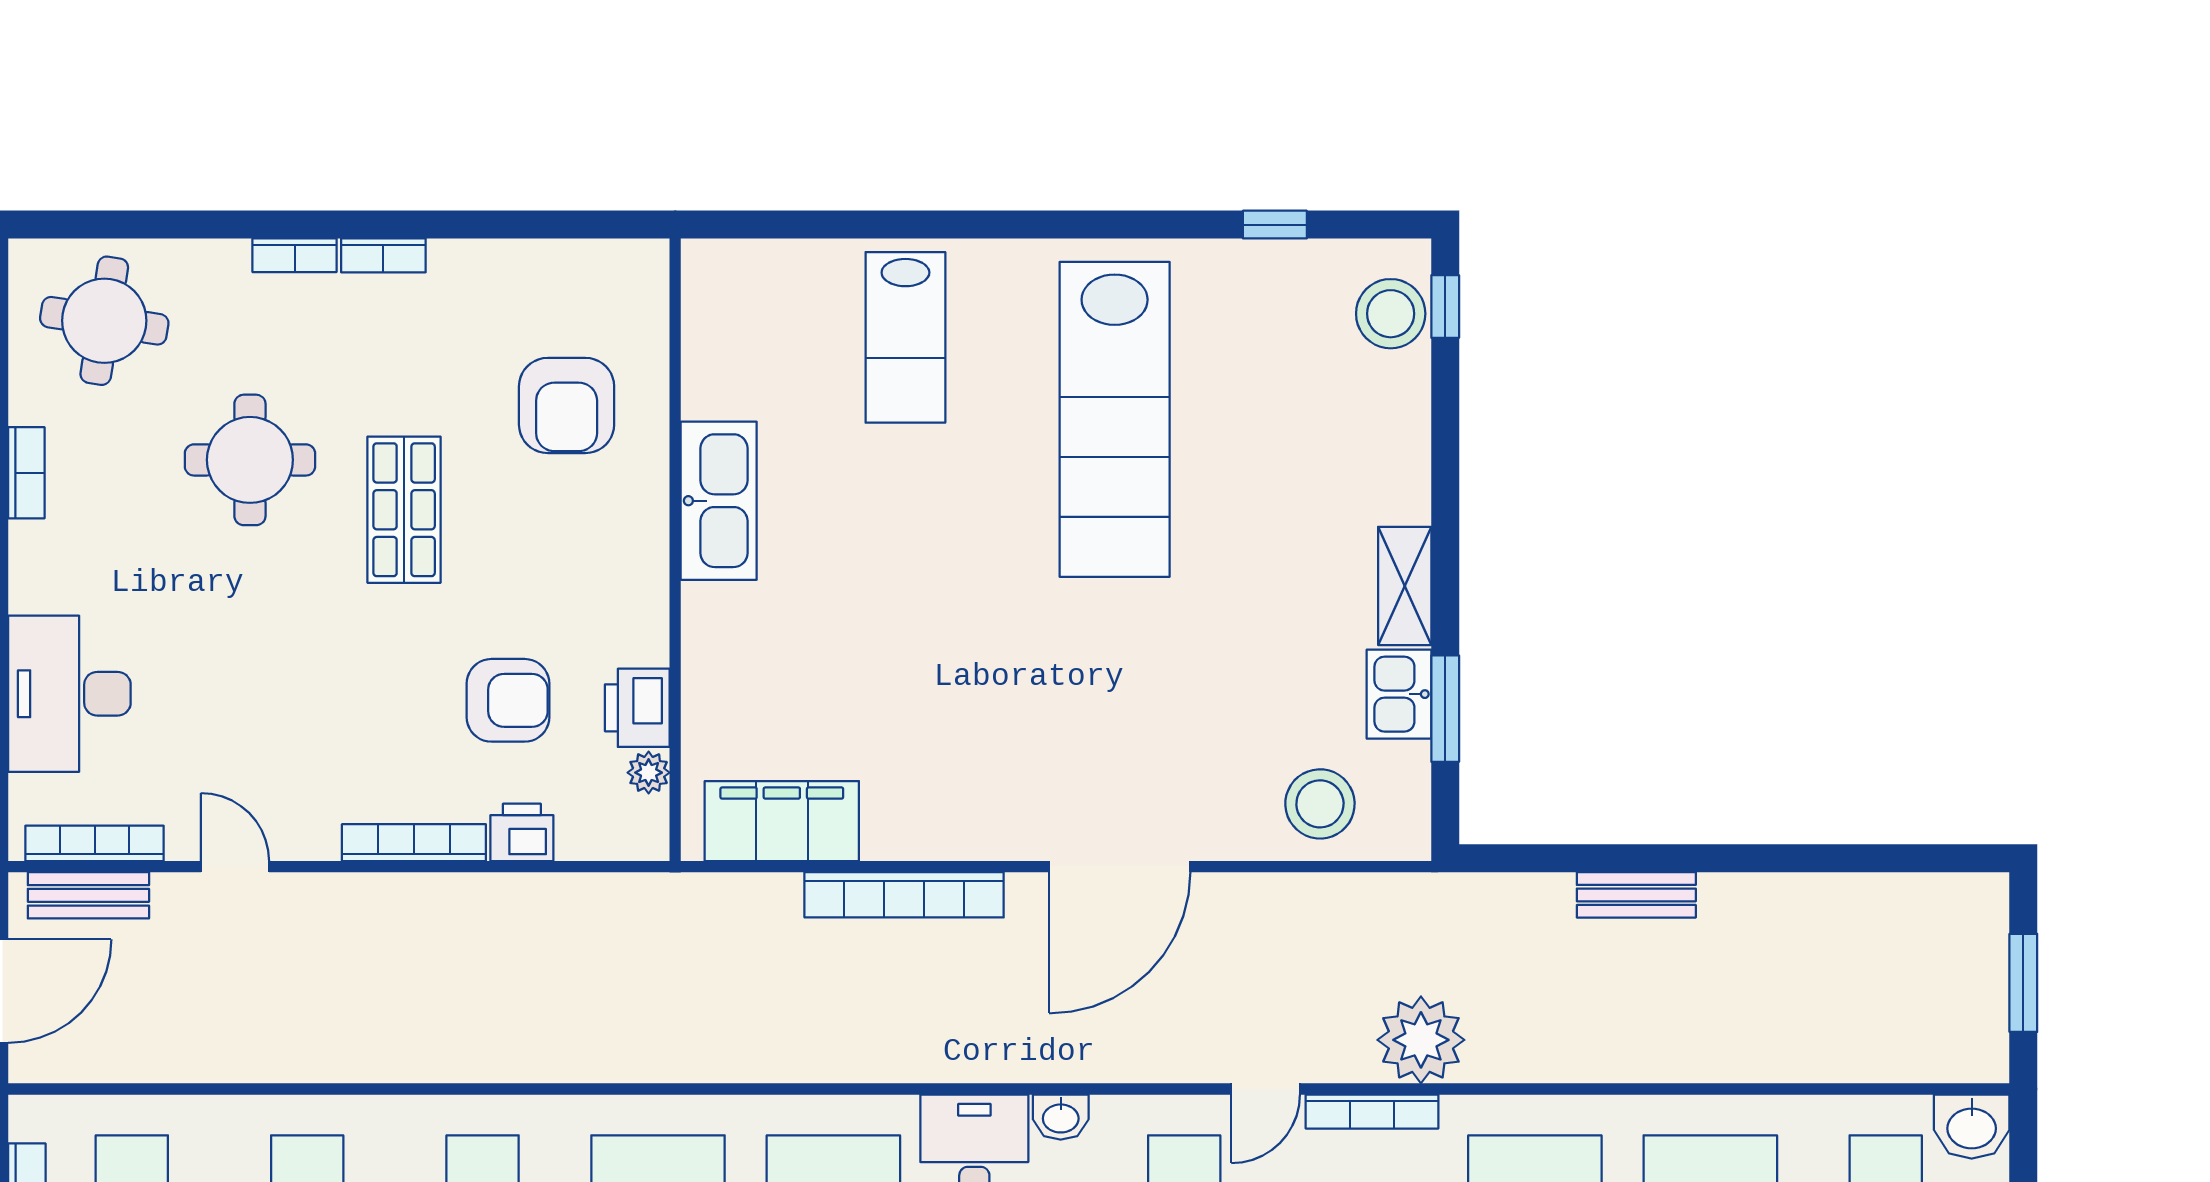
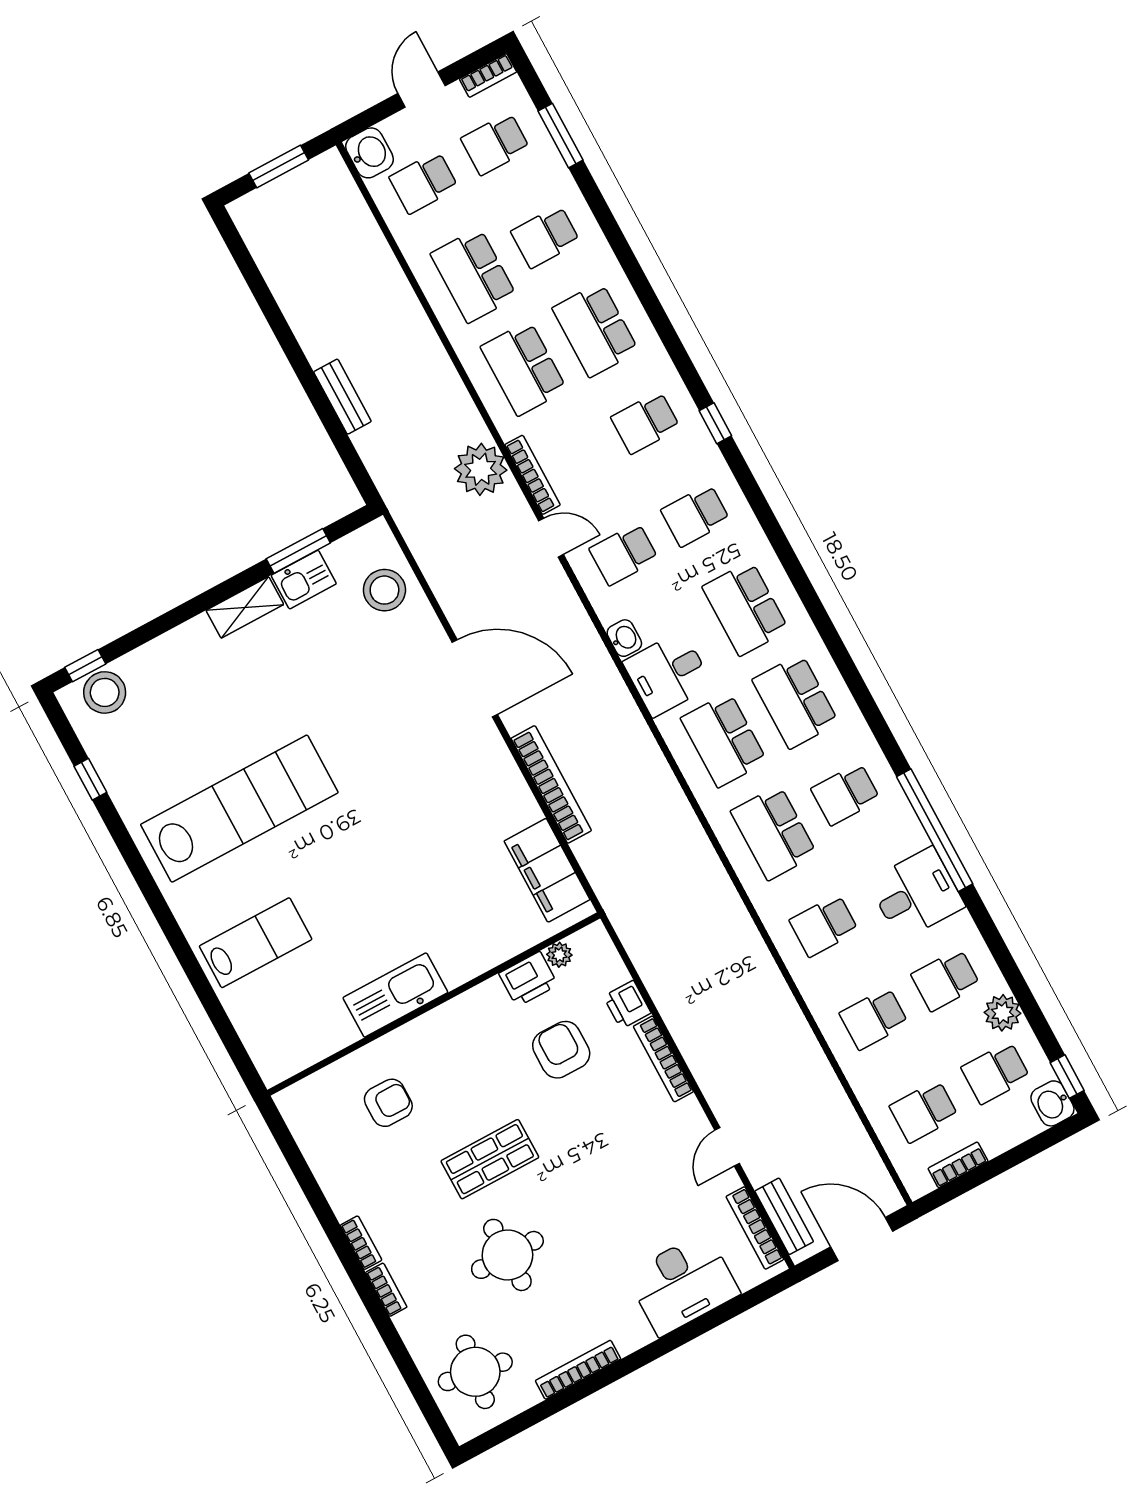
armchair: (567, 405) -> (388, 1103), width x0.72, depth x0.72
bookcase: (26, 473) -> (578, 1370), width x1.56

